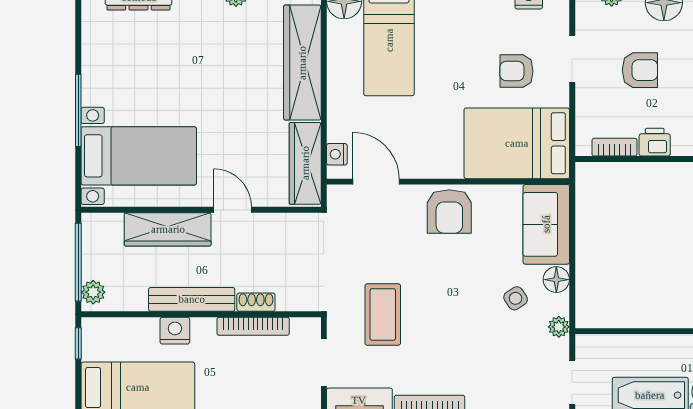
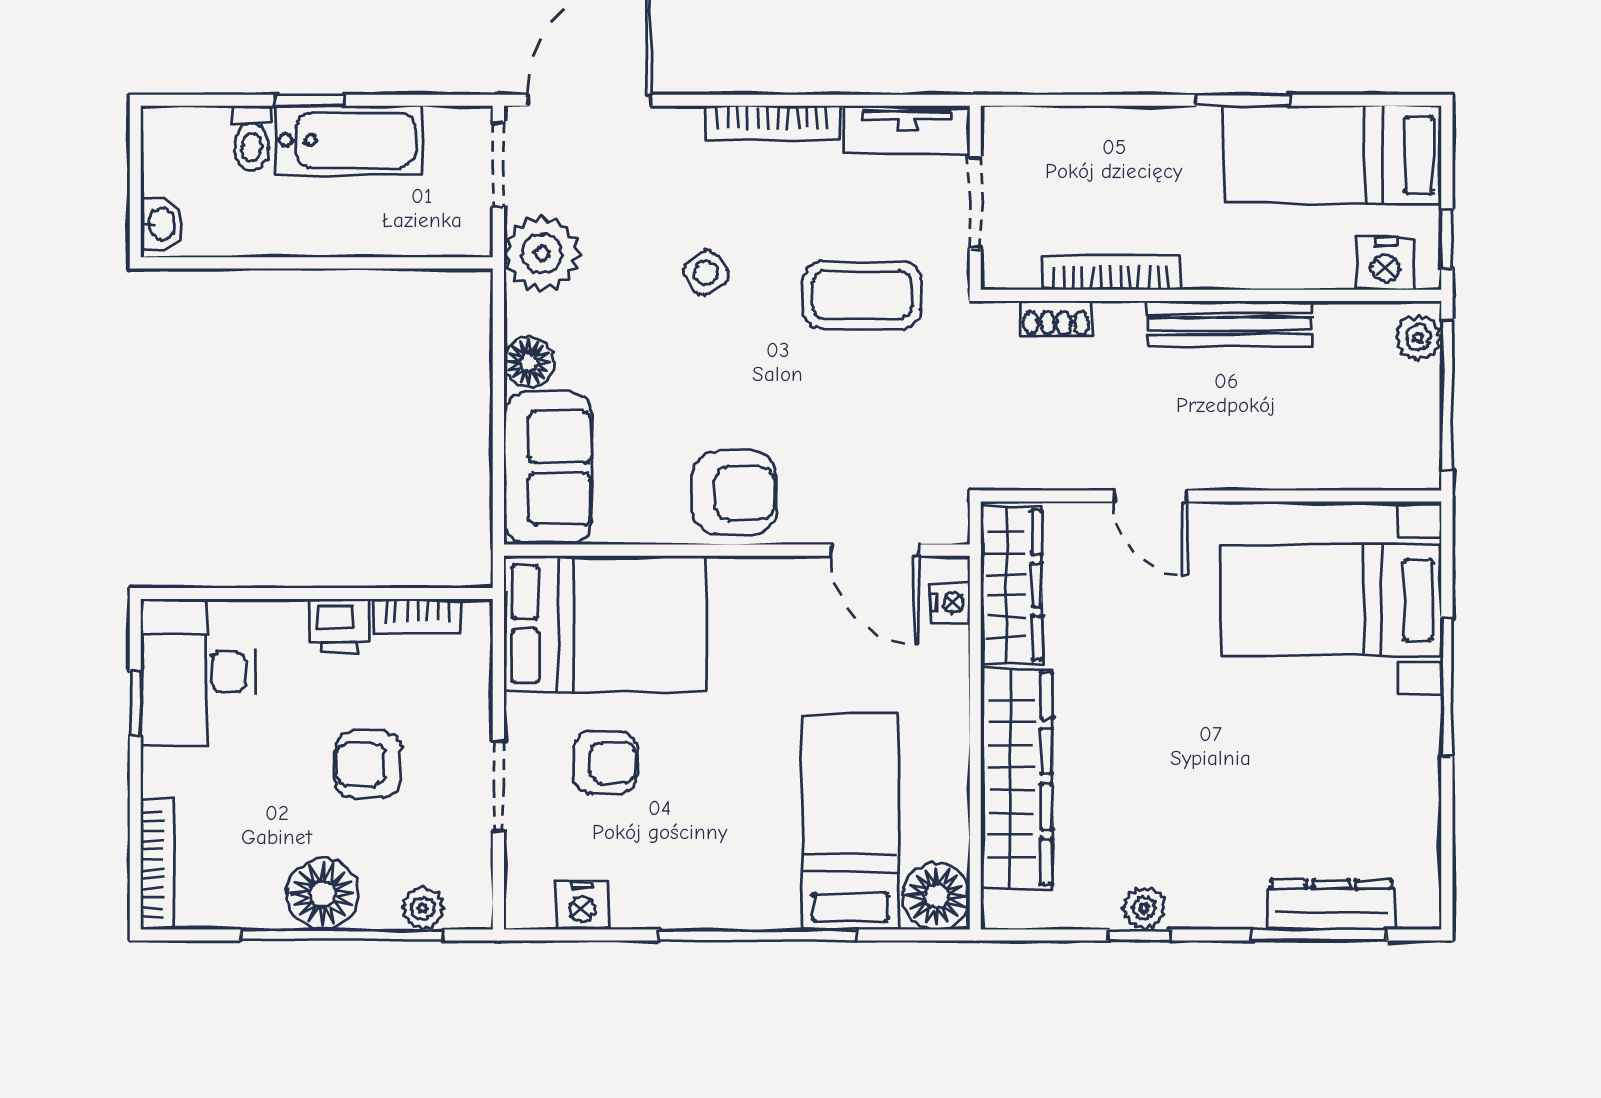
armchair: (449, 211) -> (734, 493), turned 90
wardrobe: (168, 229) -> (1275, 458), removed
side table: (516, 298) -> (706, 273), moved
shoe rack: (256, 302) -> (1056, 319), moved
coffee table: (383, 314) -> (862, 295), turned 90
plant: (559, 327) -> (542, 253), width x1.88, depth x1.88
nightstand: (175, 331) -> (1386, 264), moved

